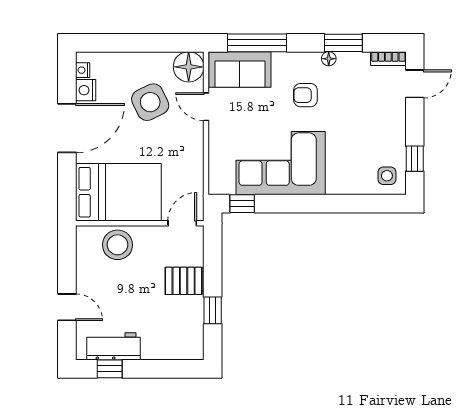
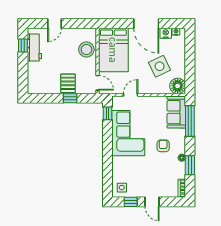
door: (415, 84) -> (152, 202), moved
door: (206, 107) -> (131, 95), moved
window: (213, 310) -> (70, 98), moved

